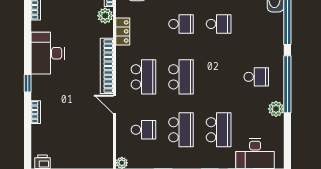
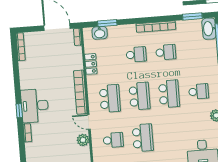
plant: (105, 16) -> (83, 140), moved
desk: (48, 53) -> (35, 106), moved
school desk: (219, 130) -> (169, 94), moved

